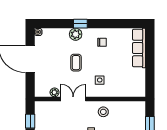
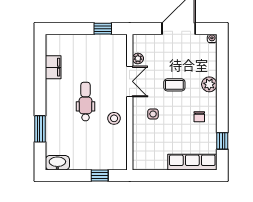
window: (80, 24) -> (222, 141), moved

